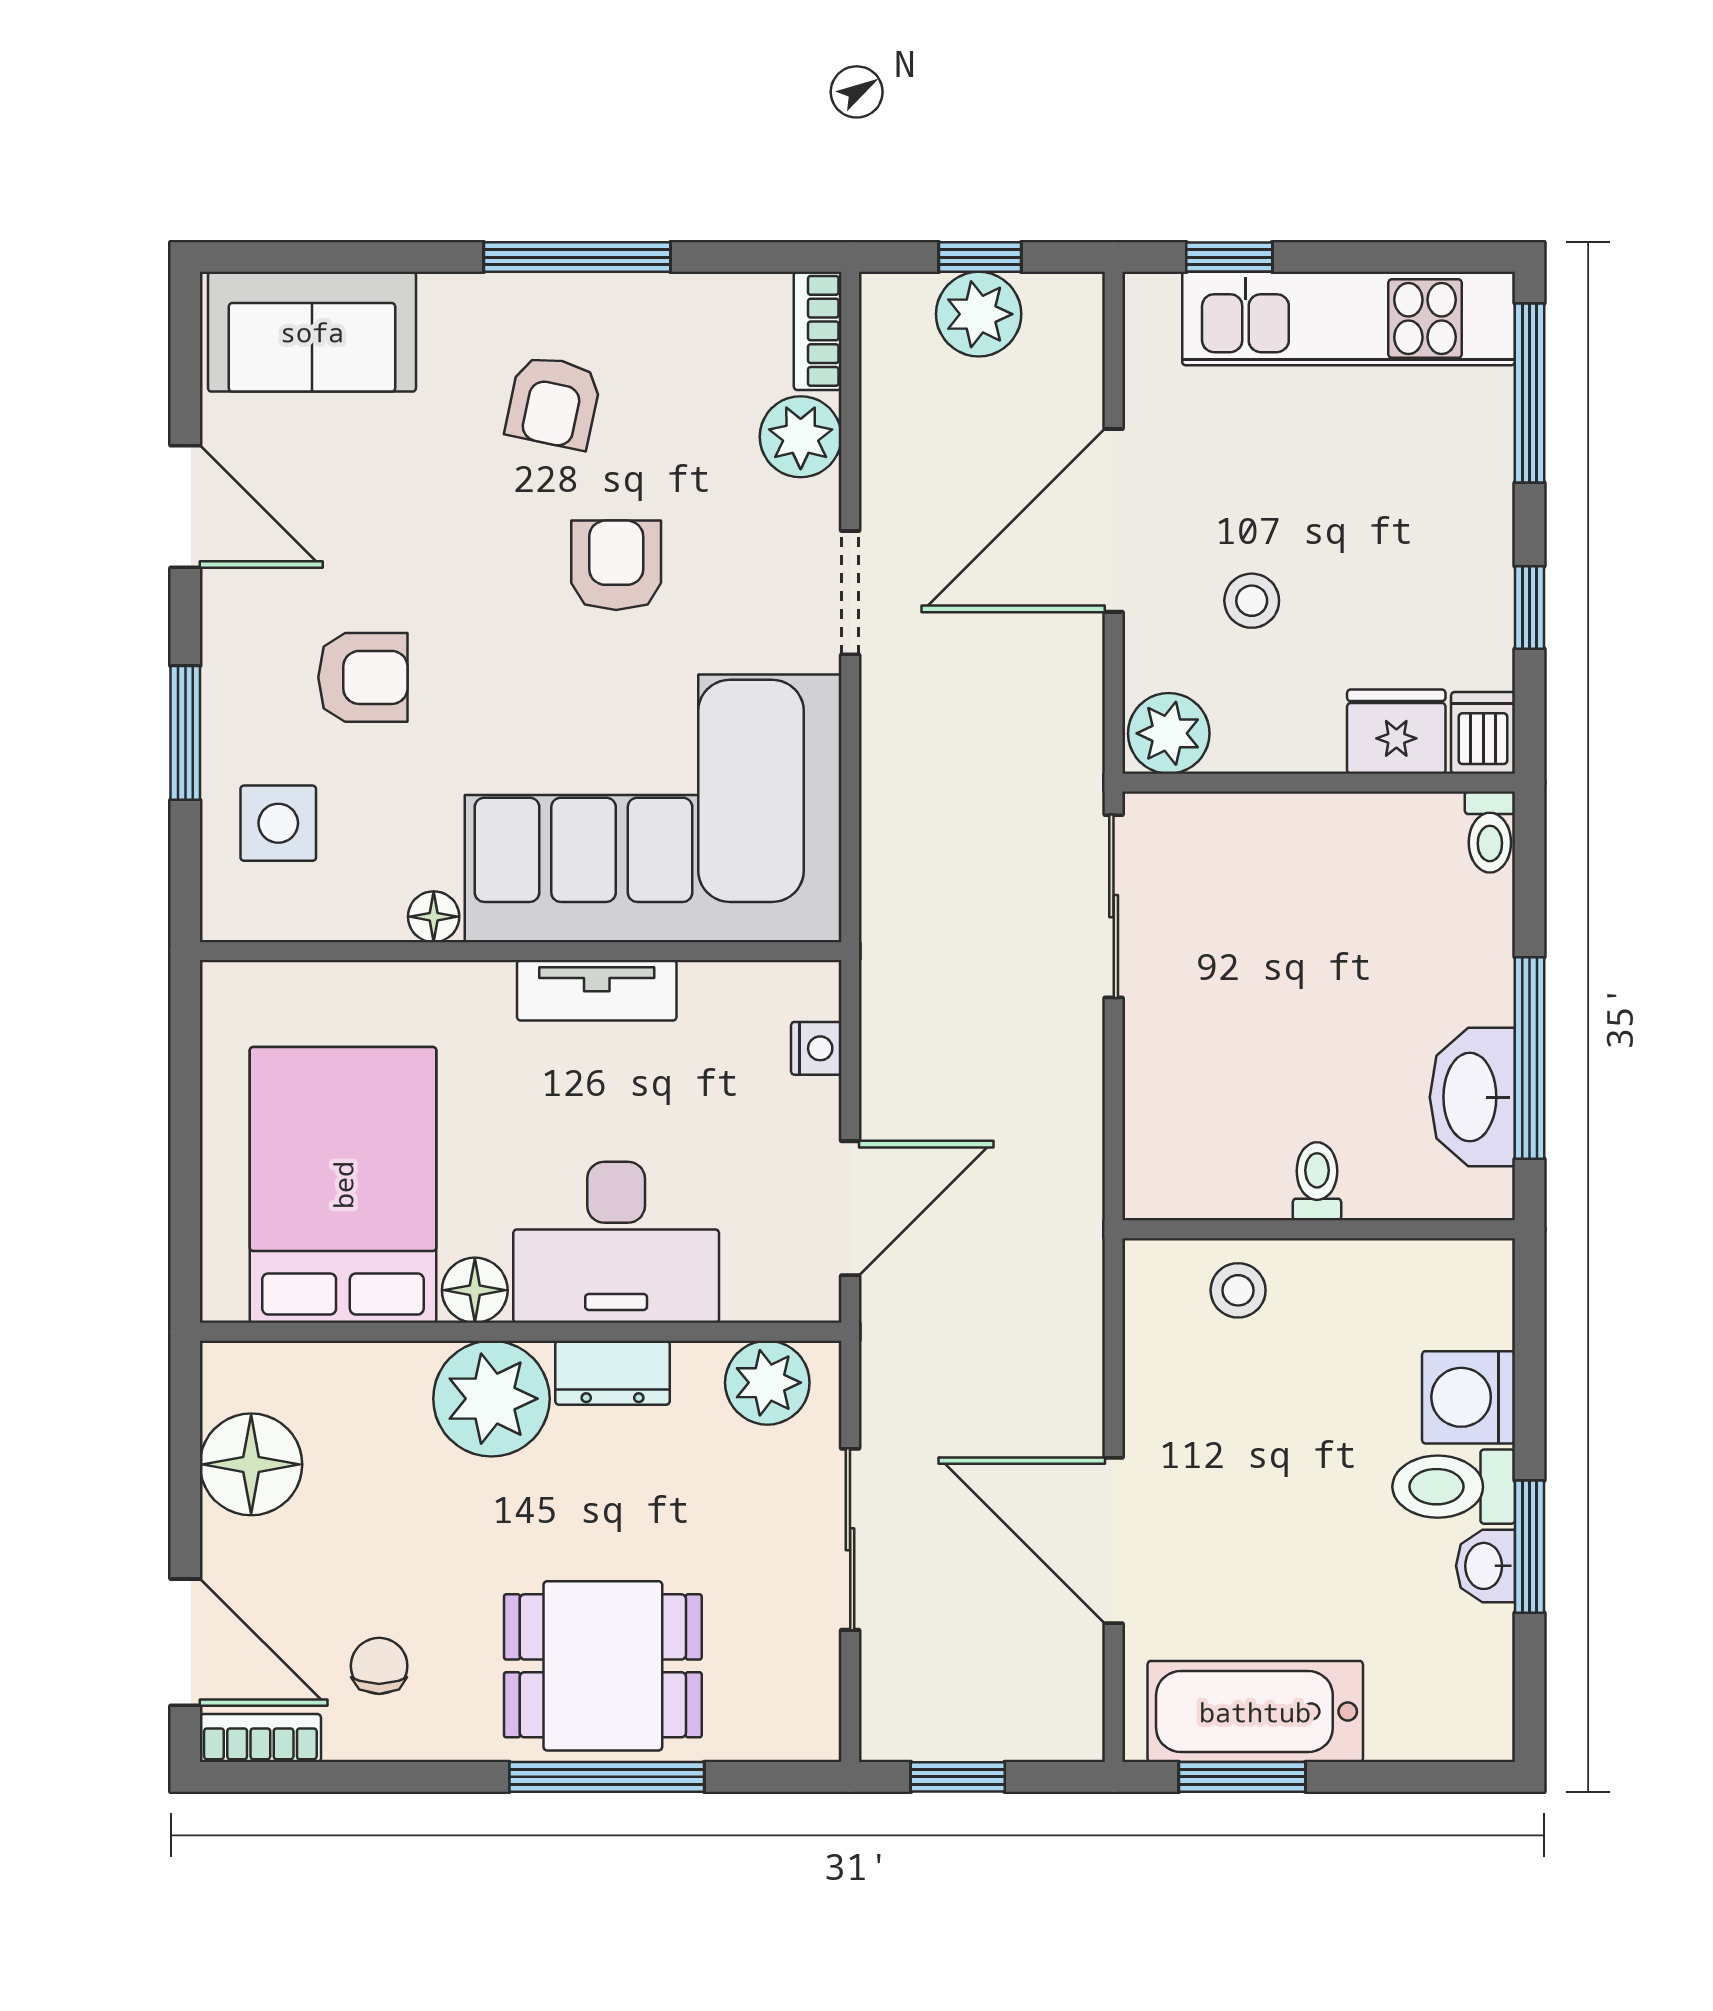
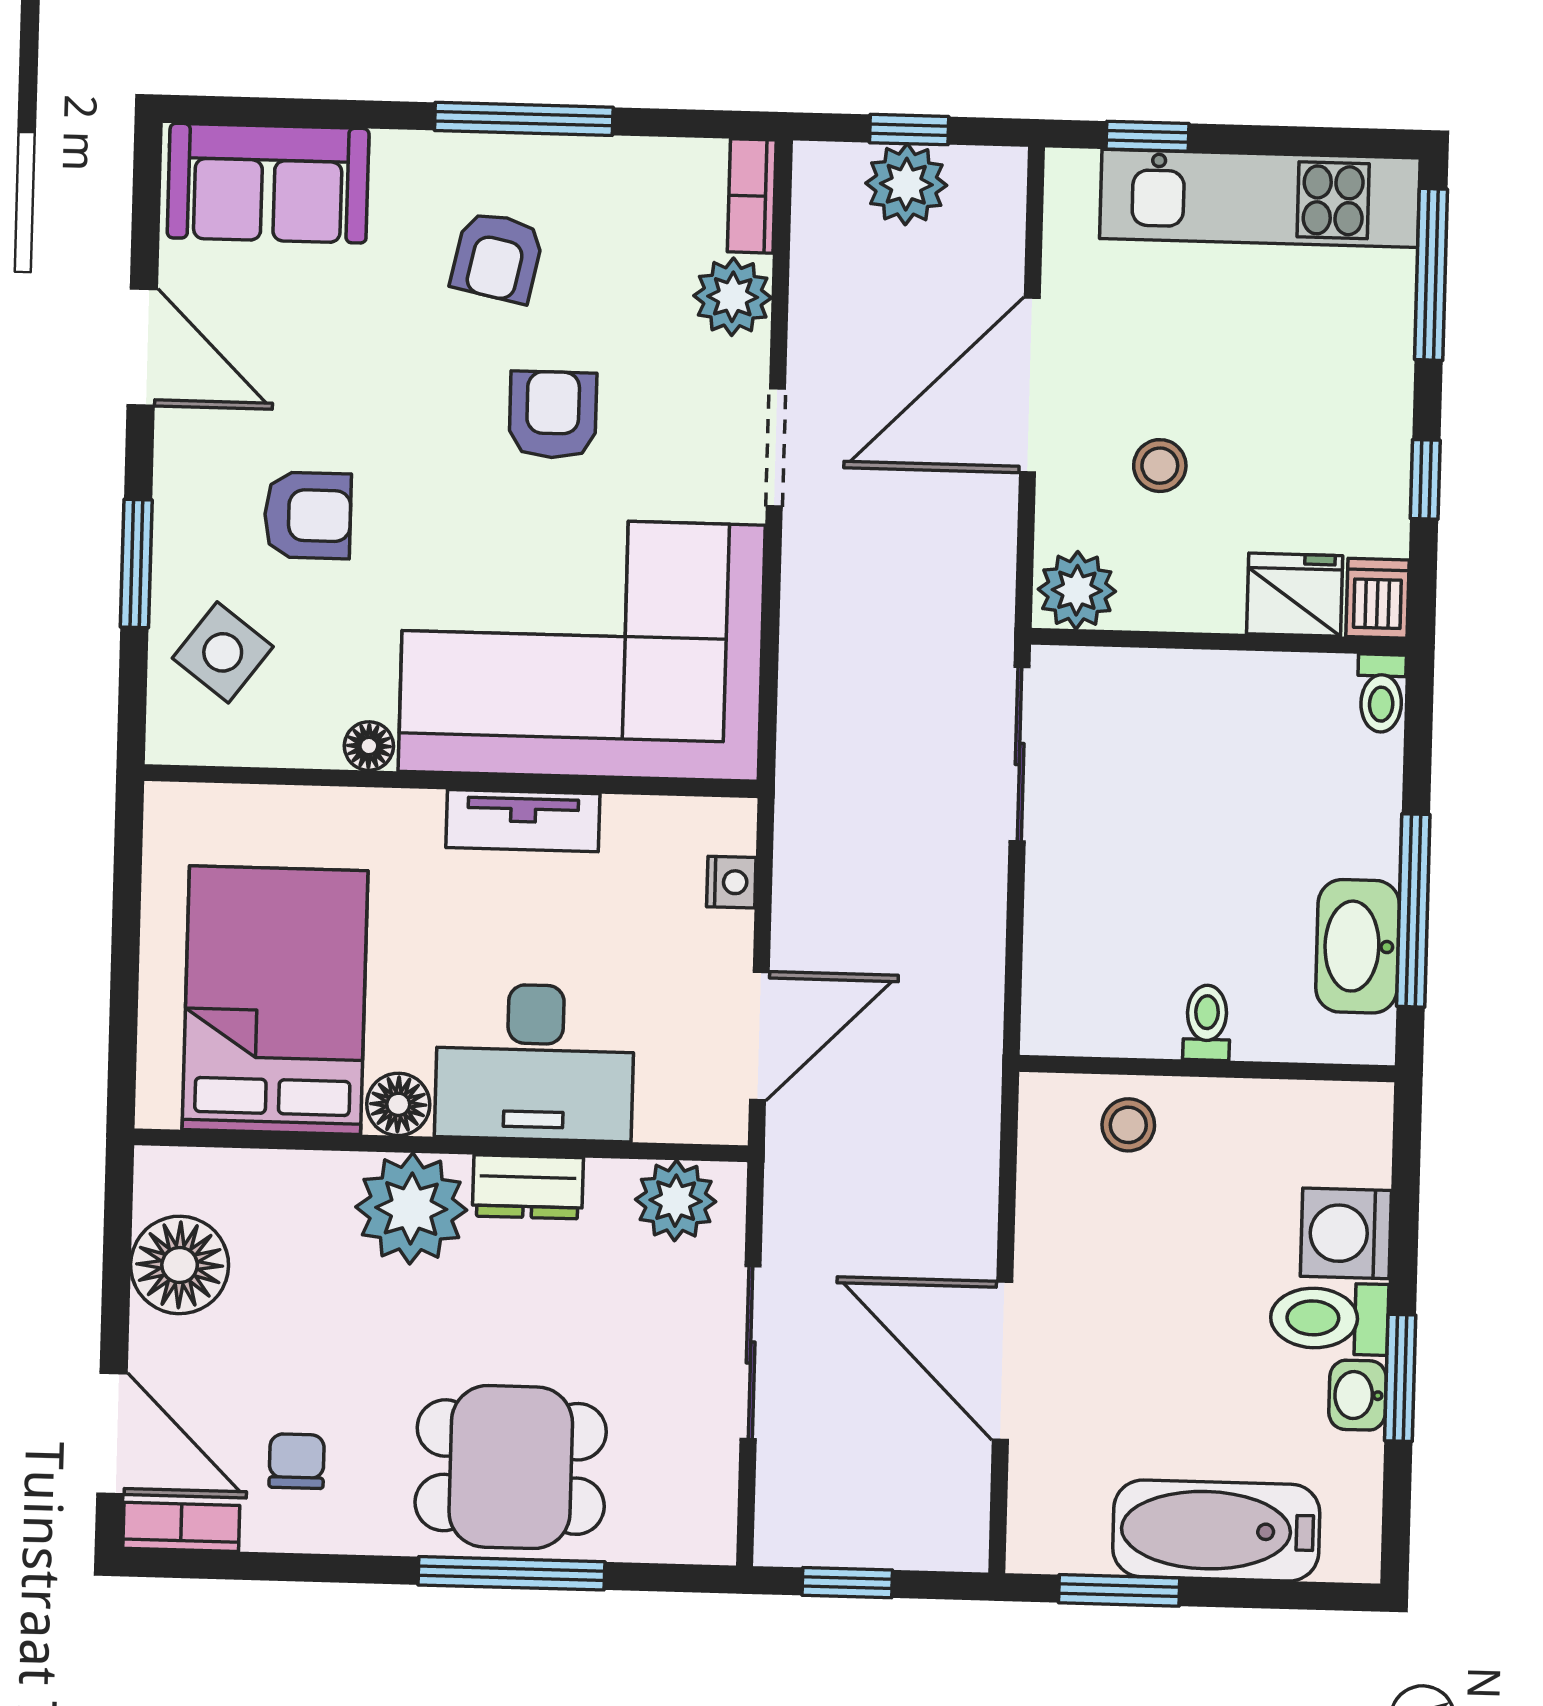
side table: (278, 823) -> (223, 652), turned 37
bathtub: (1255, 1712) -> (1216, 1530), moved

